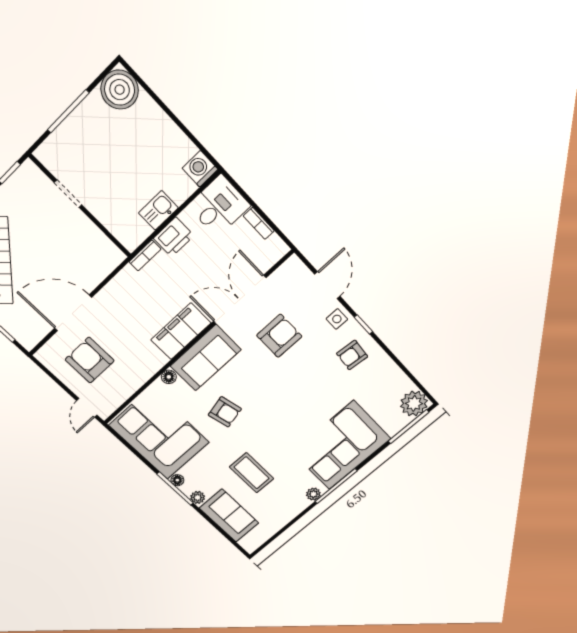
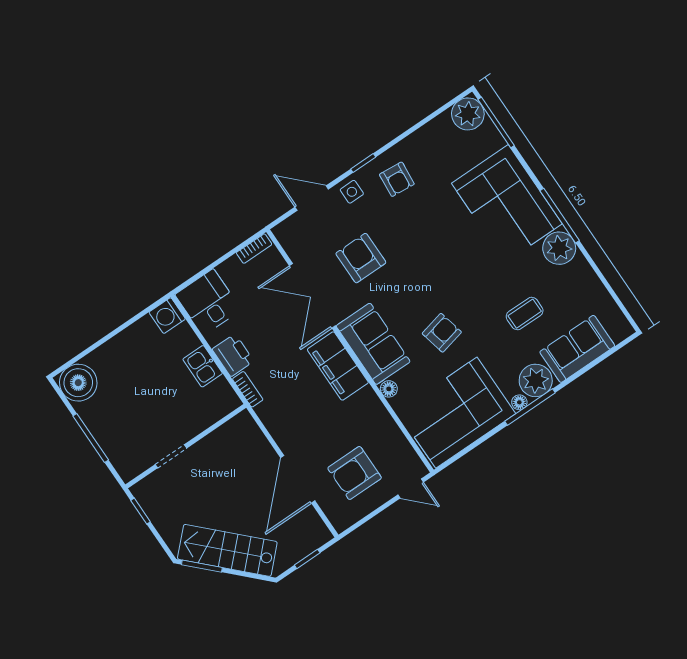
bookcase: (259, 223) -> (254, 249), moved
coffee table: (252, 473) -> (525, 314), width x0.73, depth x0.77
plant: (313, 494) -> (559, 248), width x1.87, depth x1.87
plant: (198, 497) -> (536, 380), width x1.87, depth x1.87

